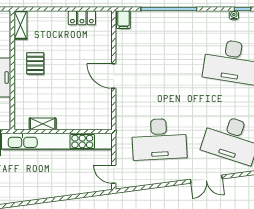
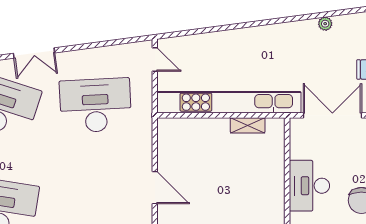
pallet: (35, 63) -> (257, 204), removed
double door: (206, 179) -> (34, 53), swing flipped

